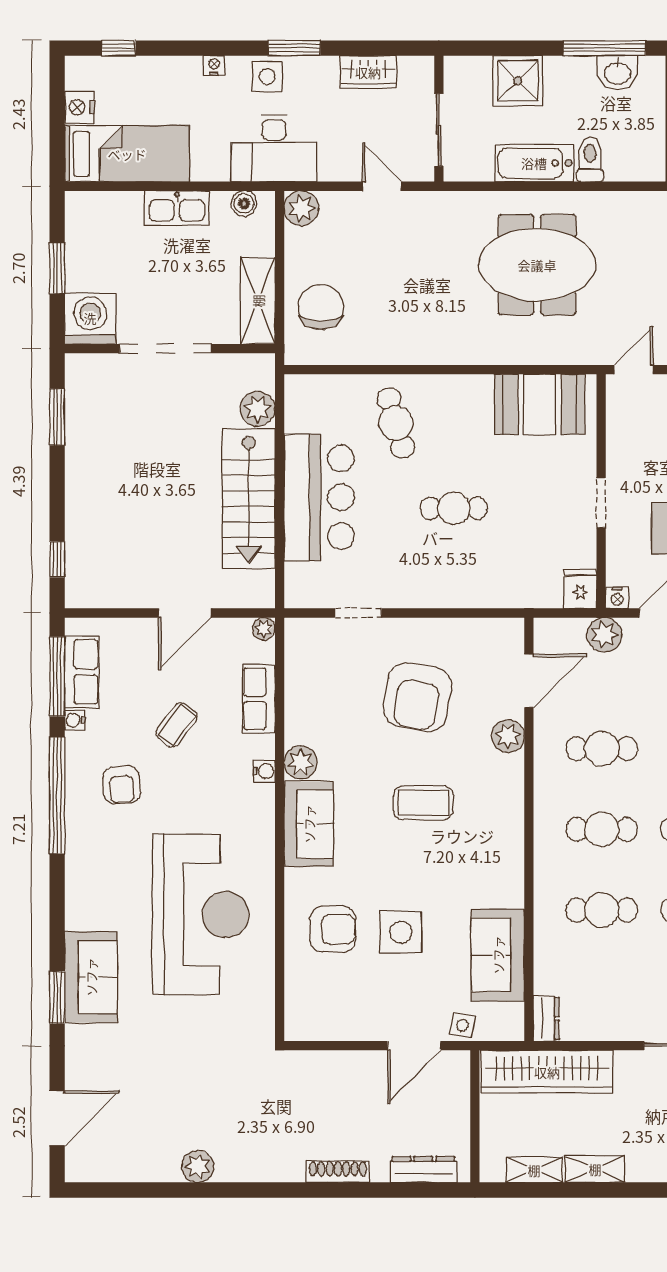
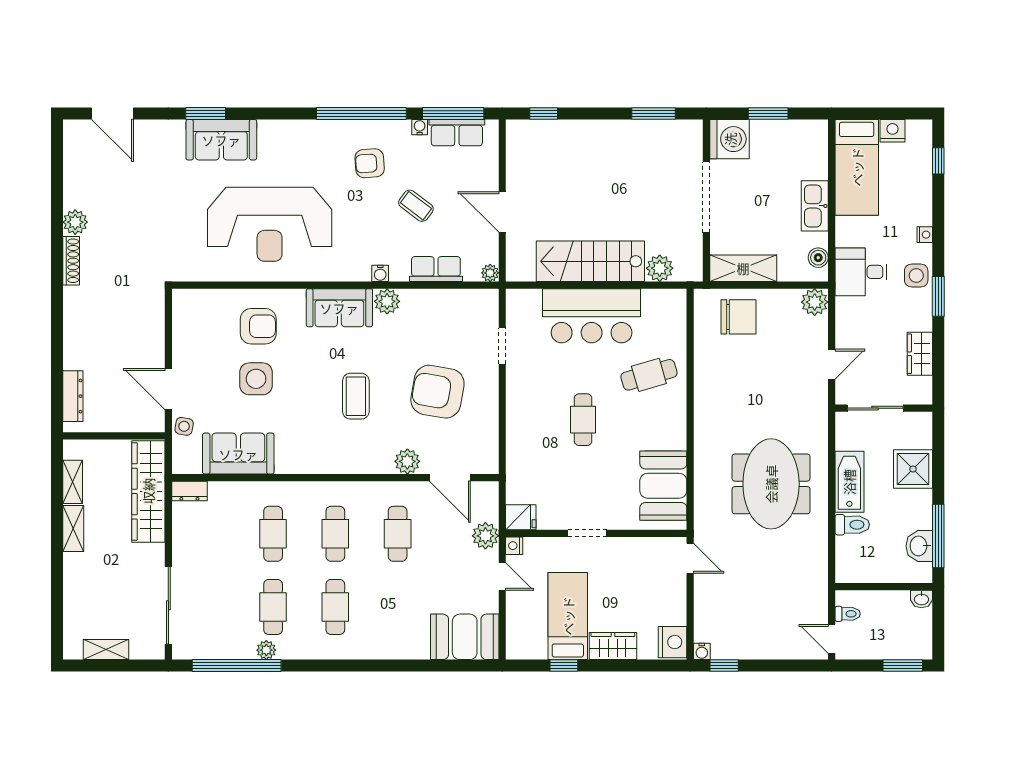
desk: (274, 148) -> (861, 272), width x0.73
armchair: (333, 929) -> (258, 326), turned -90
shoe rack: (338, 1172) -> (71, 261), moved

